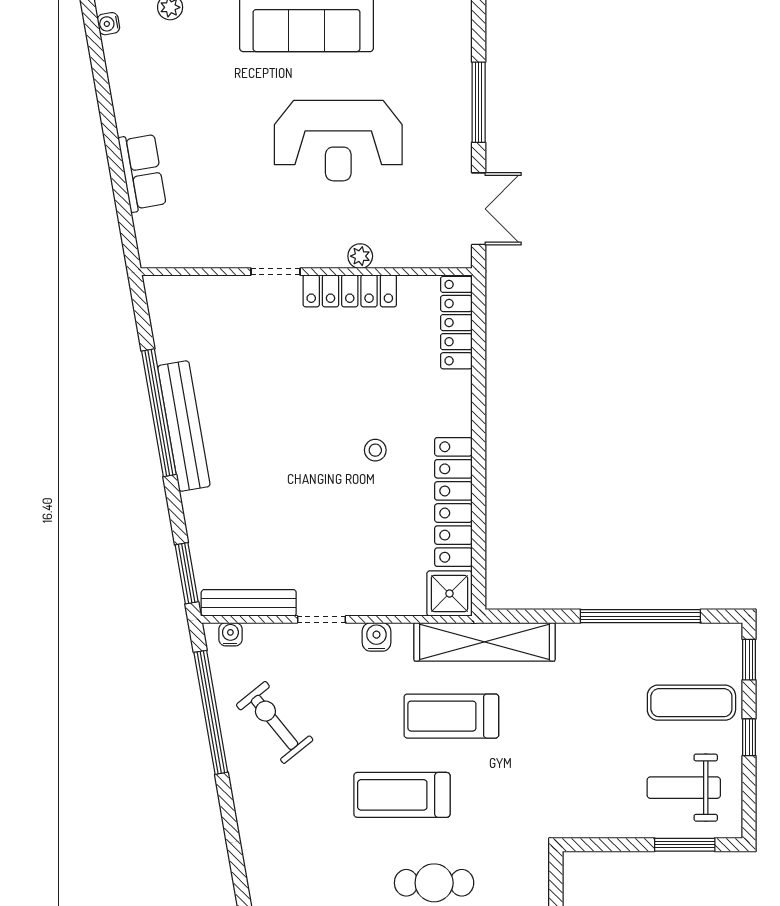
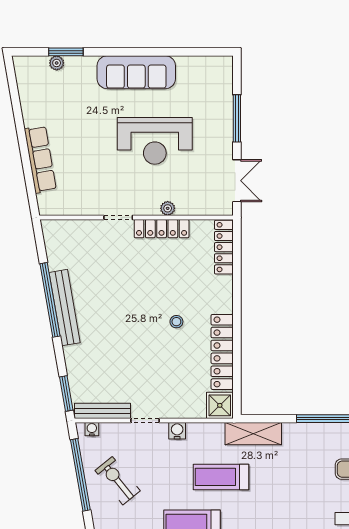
water cooler: (108, 24) -> (21, 73), removed
row of seats: (142, 172) -> (40, 159), width x1.48
shelving: (485, 642) -> (253, 434), width x0.68

